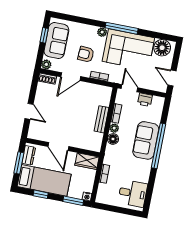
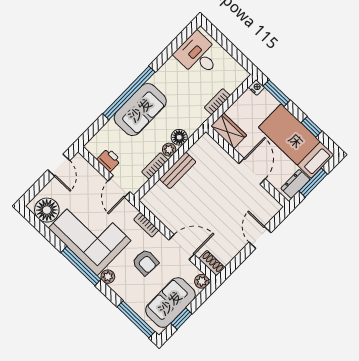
window: (70, 18) -> (136, 319), added

